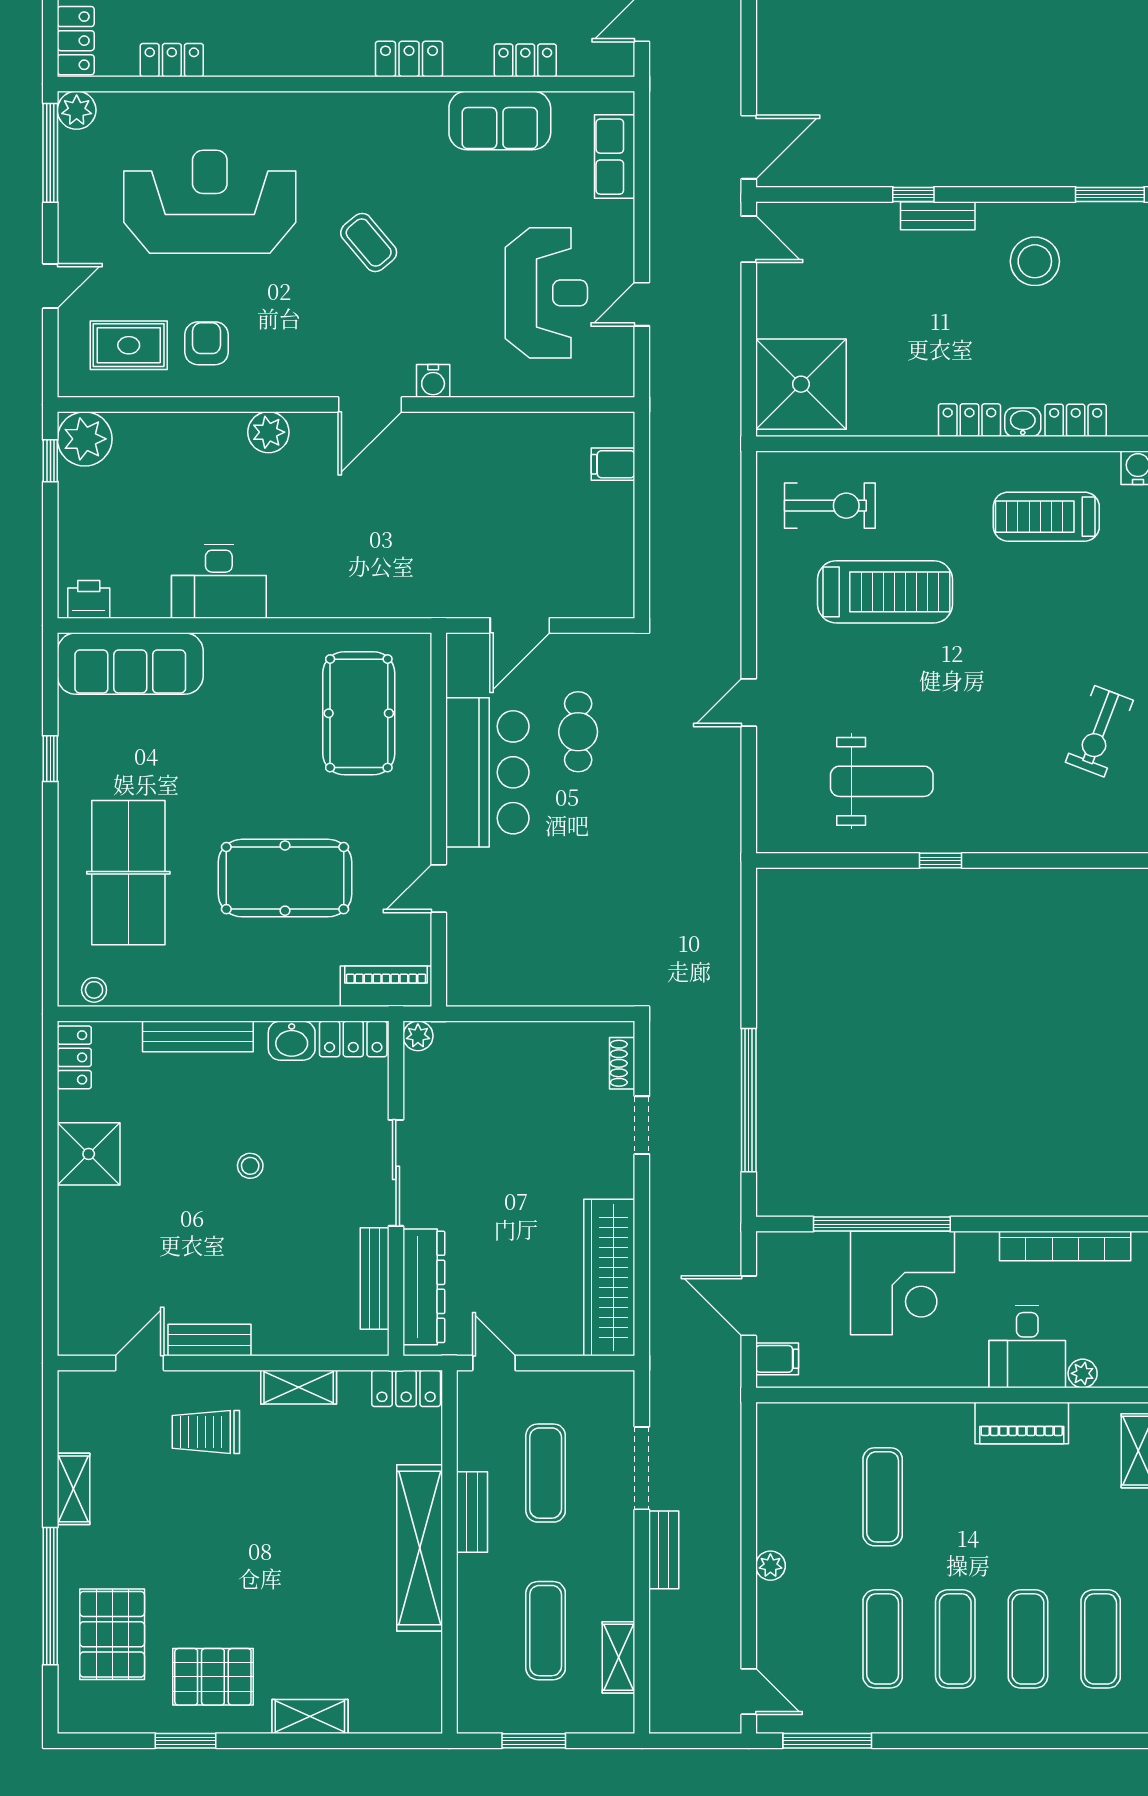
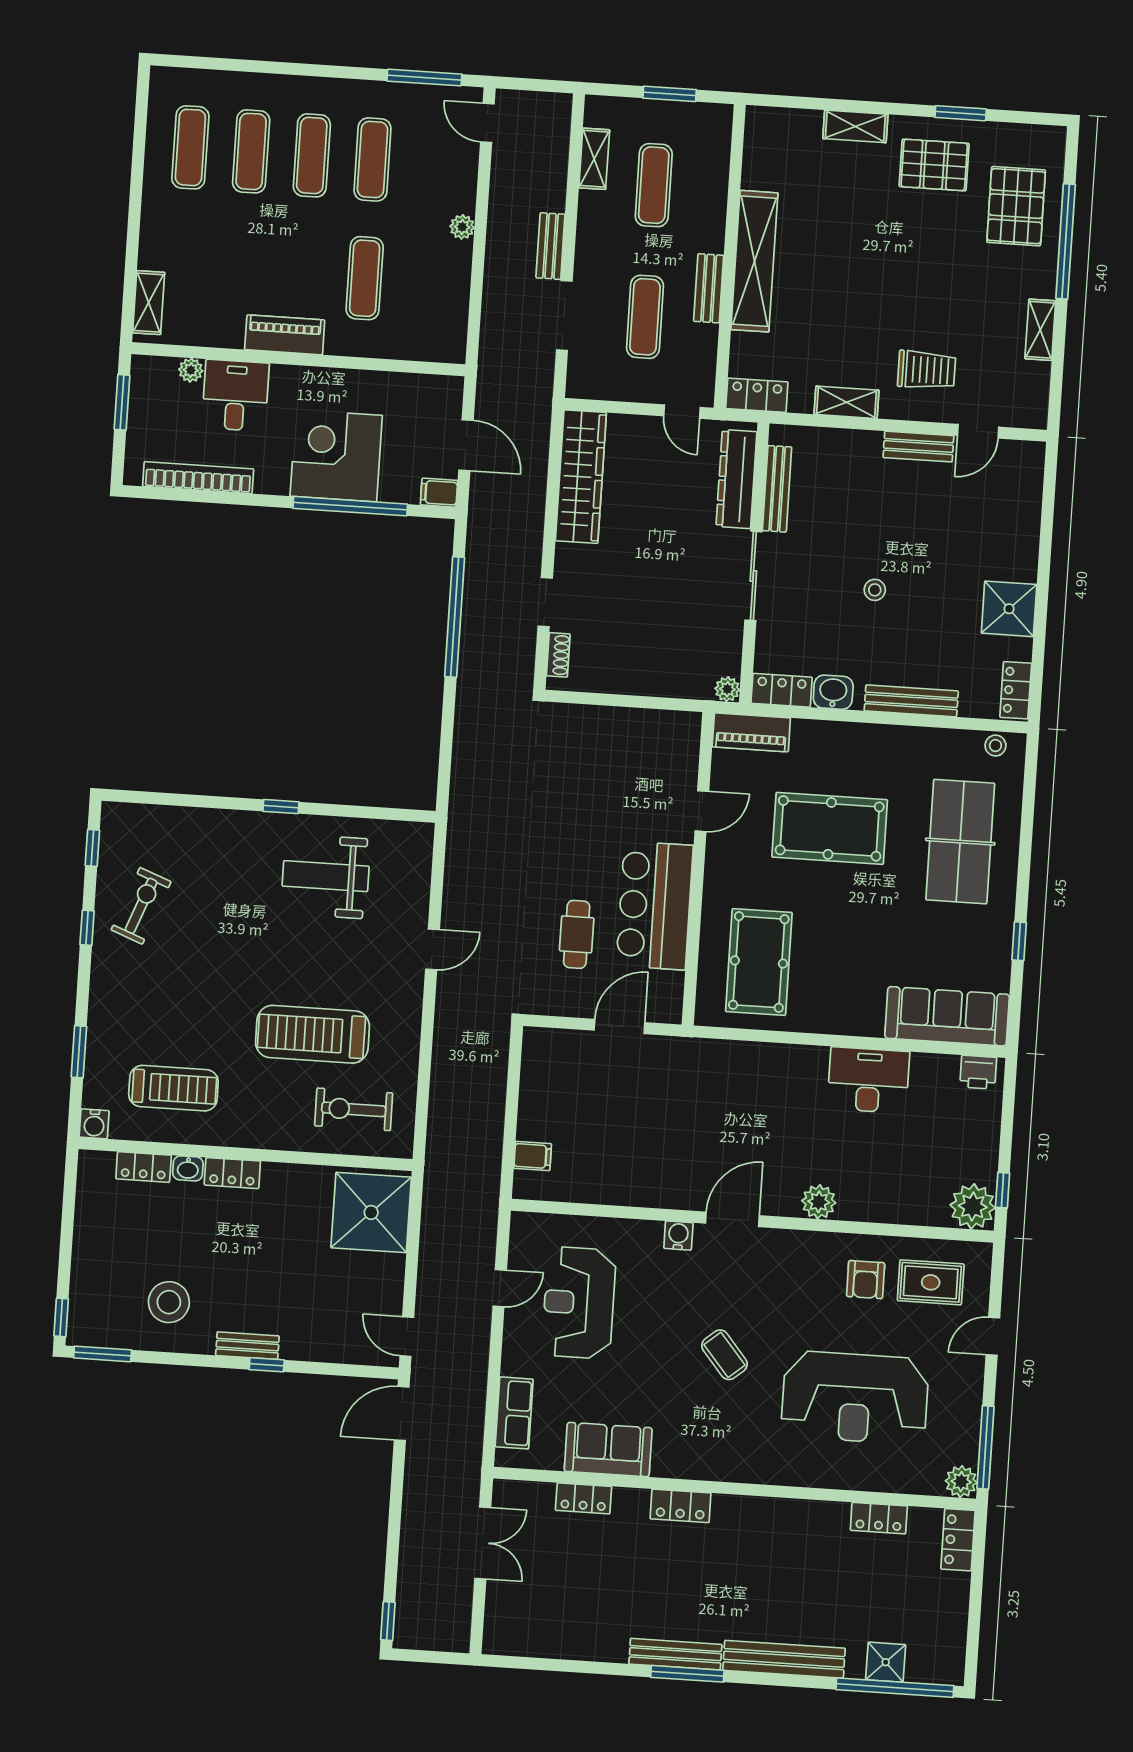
filing cabinet: (777, 1359) -> (439, 493), moved
piano: (1022, 1423) -> (285, 335), moved

